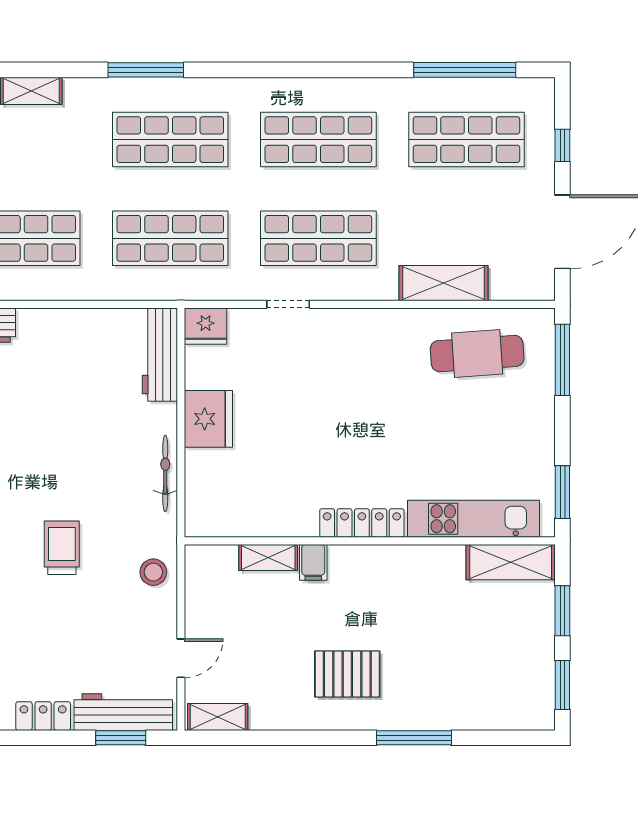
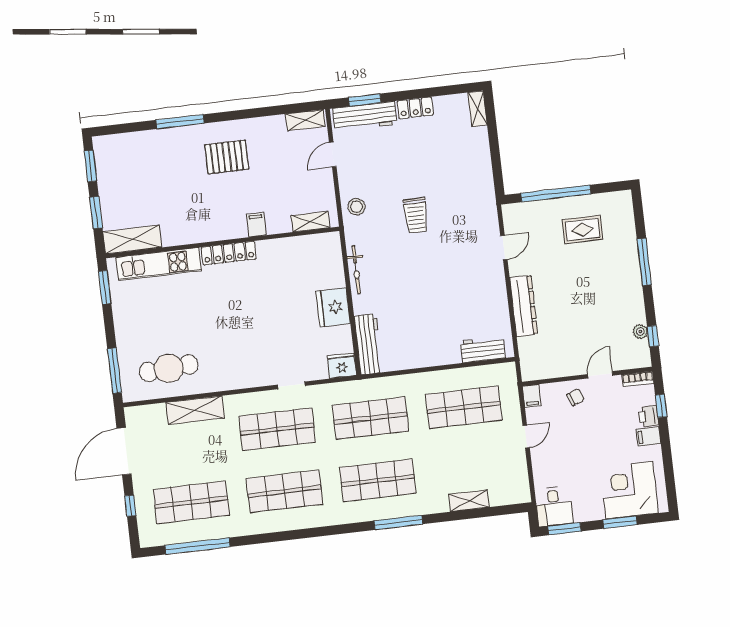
shelving: (268, 557) -> (310, 222), moved

